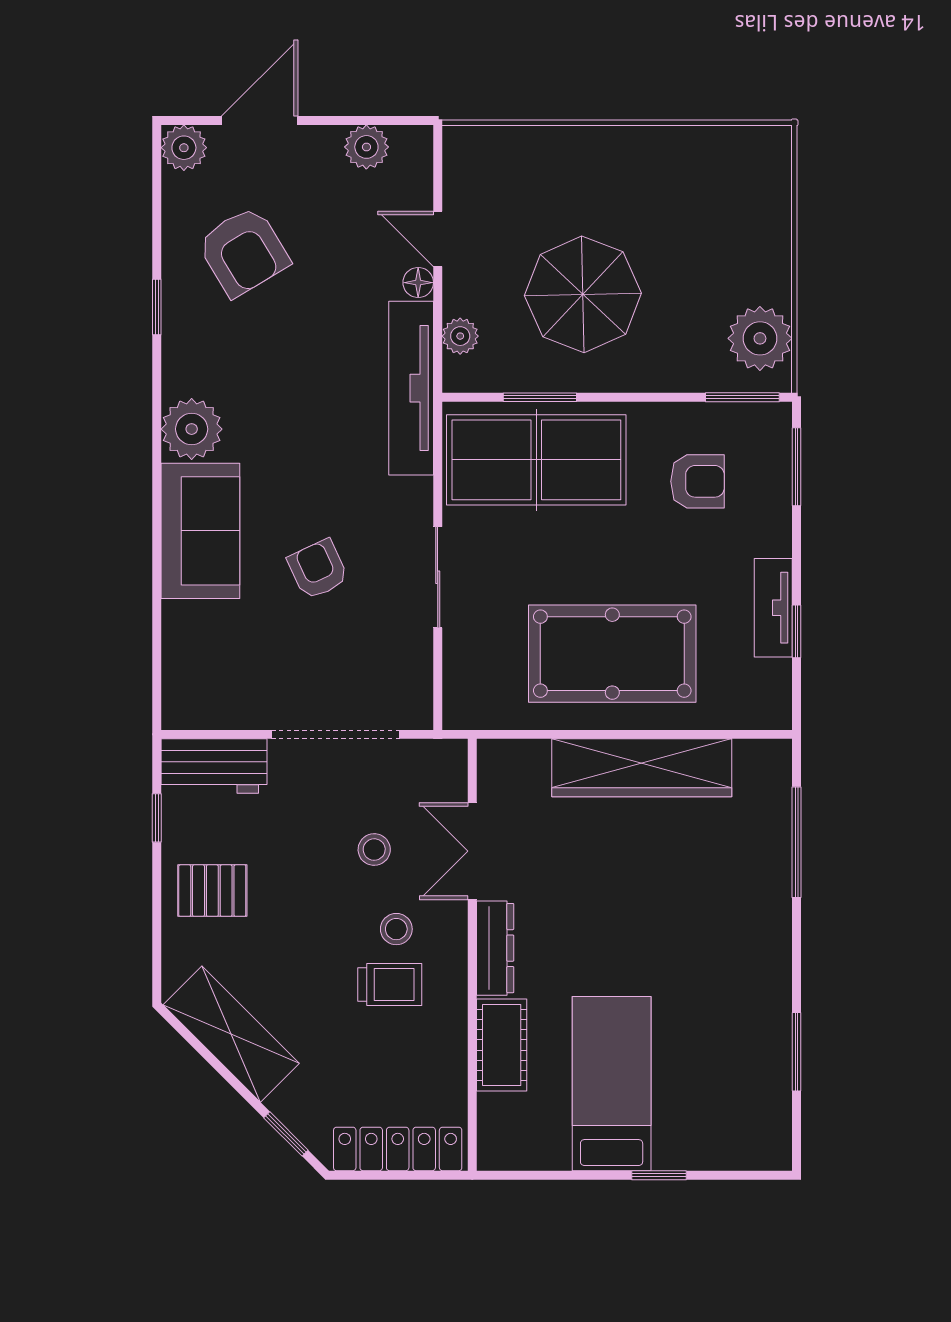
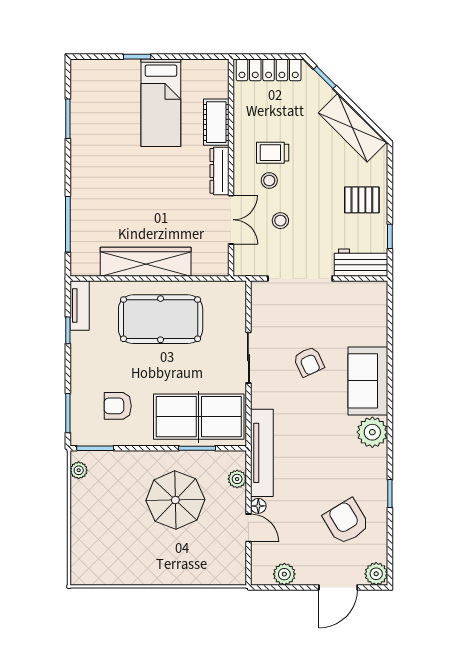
plant: (760, 338) -> (79, 470), width x0.53, depth x0.53
tv unit: (773, 608) -> (80, 306), moved

